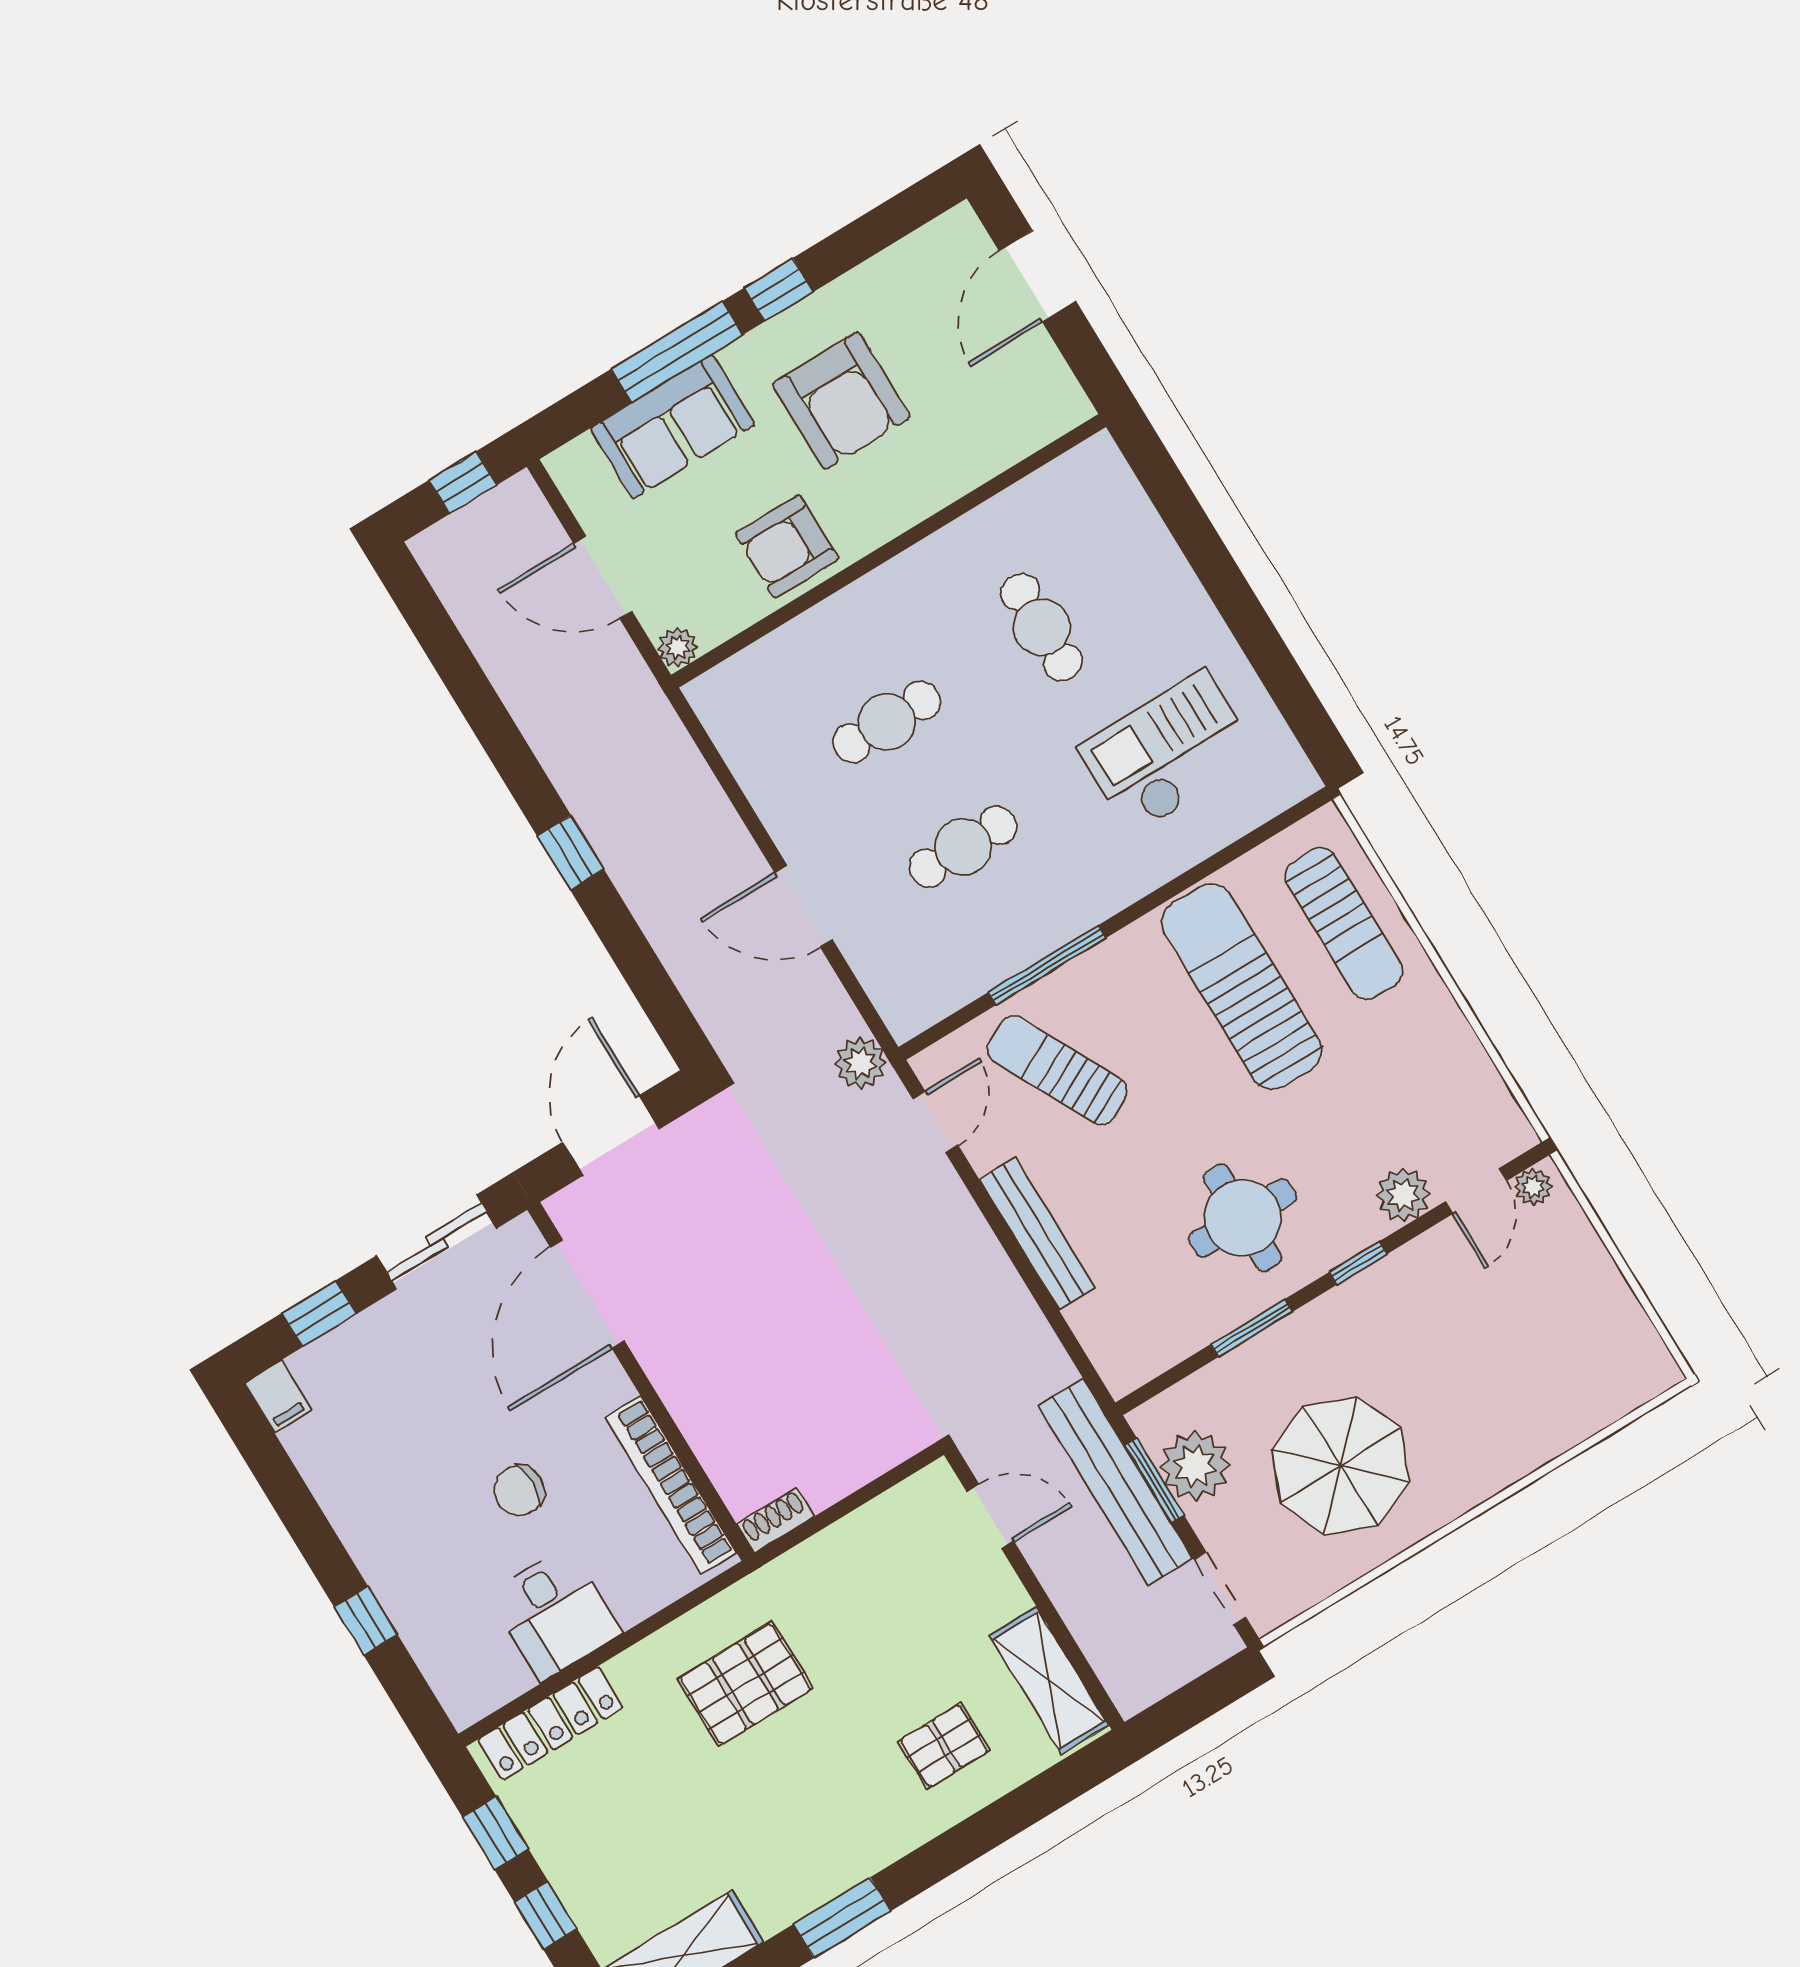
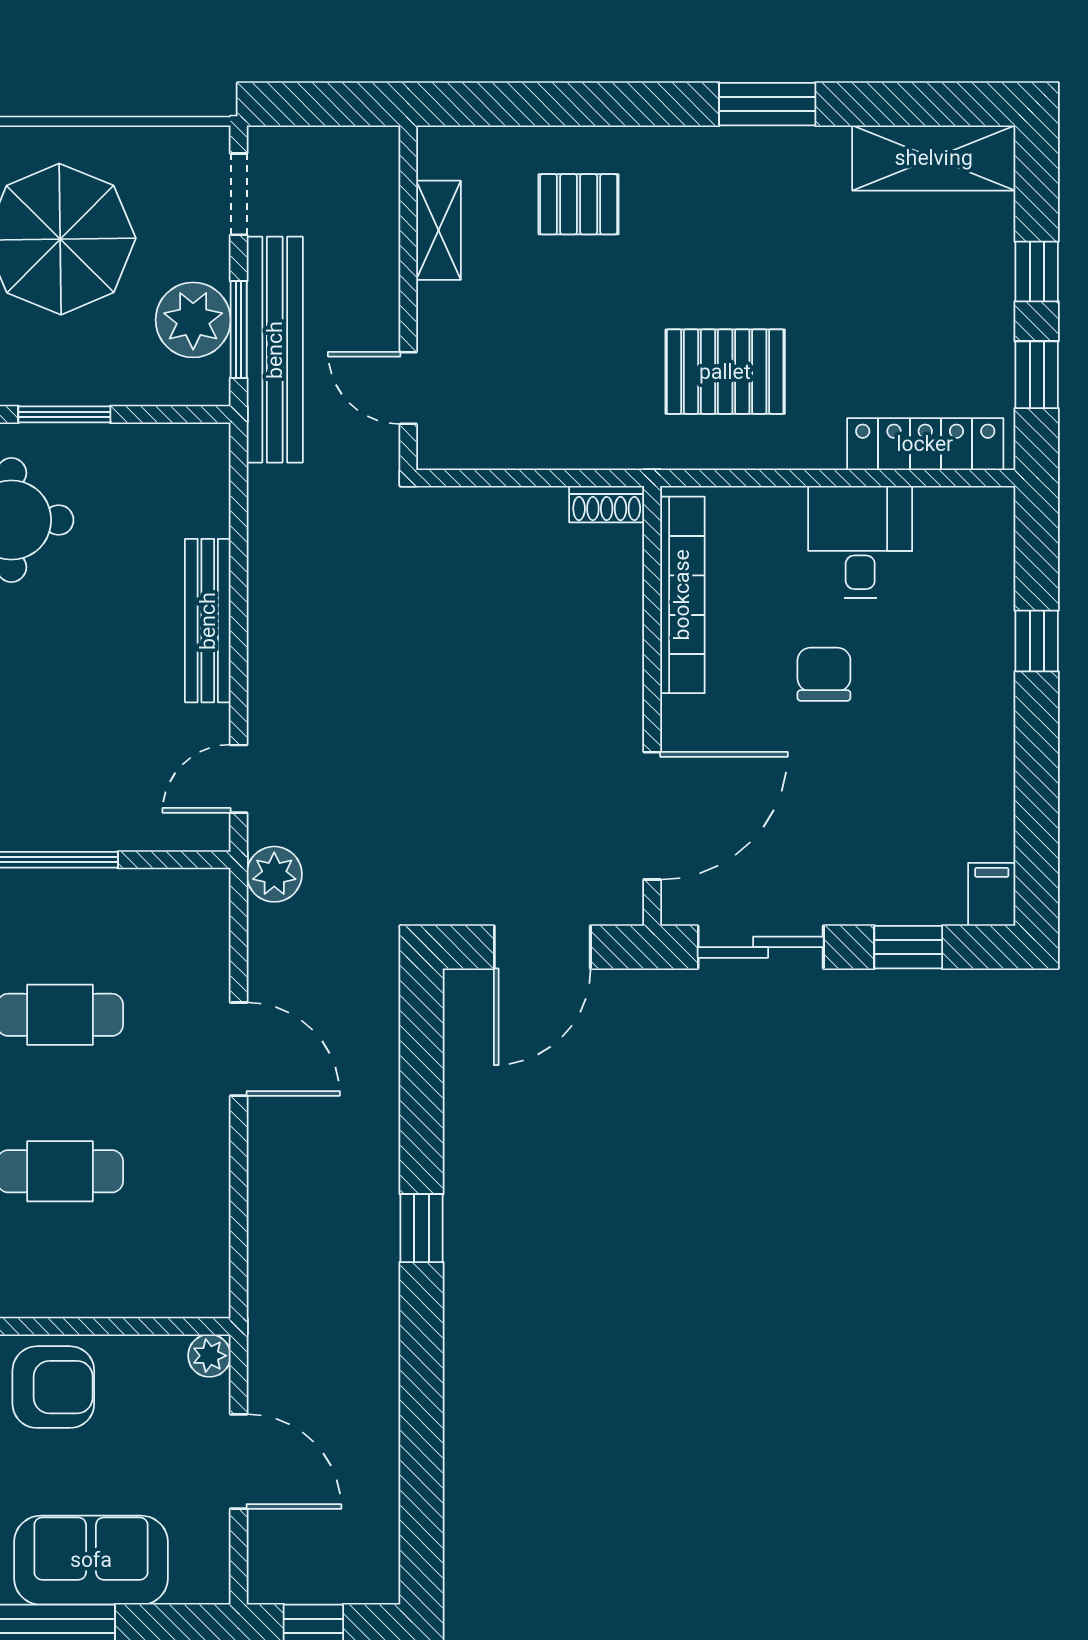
sun lounger: (1057, 1070) -> (98, 758), removed
chair: (519, 1490) -> (824, 674), turned -90
shelving: (1049, 1680) -> (439, 230), width x0.67, depth x0.75

